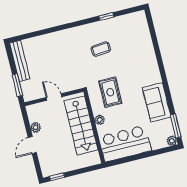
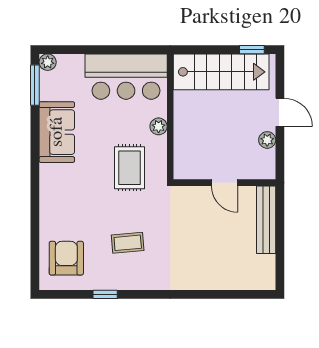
armchair: (134, 32) -> (66, 258), added
bench: (20, 61) -> (266, 220), moved
window: (17, 85) -> (280, 217), removed
stairs: (81, 125) -> (221, 72), moved, turned 90
door: (32, 145) -> (280, 112), hinge flipped

